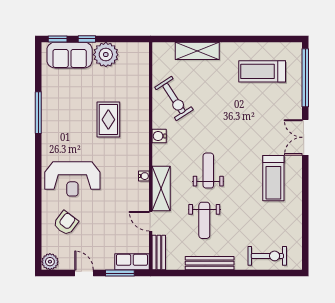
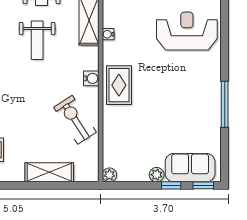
plant: (143, 48) -> (109, 175), added
plant: (106, 55) -> (157, 175), width x0.53, depth x0.53
rug: (108, 120) -> (119, 85), moved

